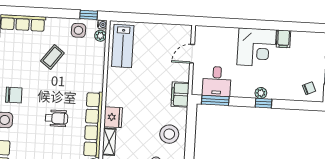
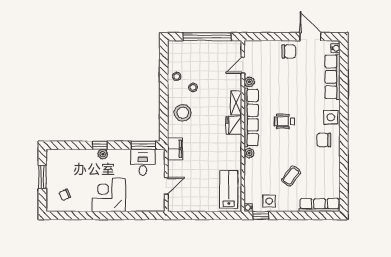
plant: (100, 36) -> (249, 153), moved
filing cabinet: (284, 39) -> (85, 204), removed
chair: (309, 88) -> (65, 195), moved

